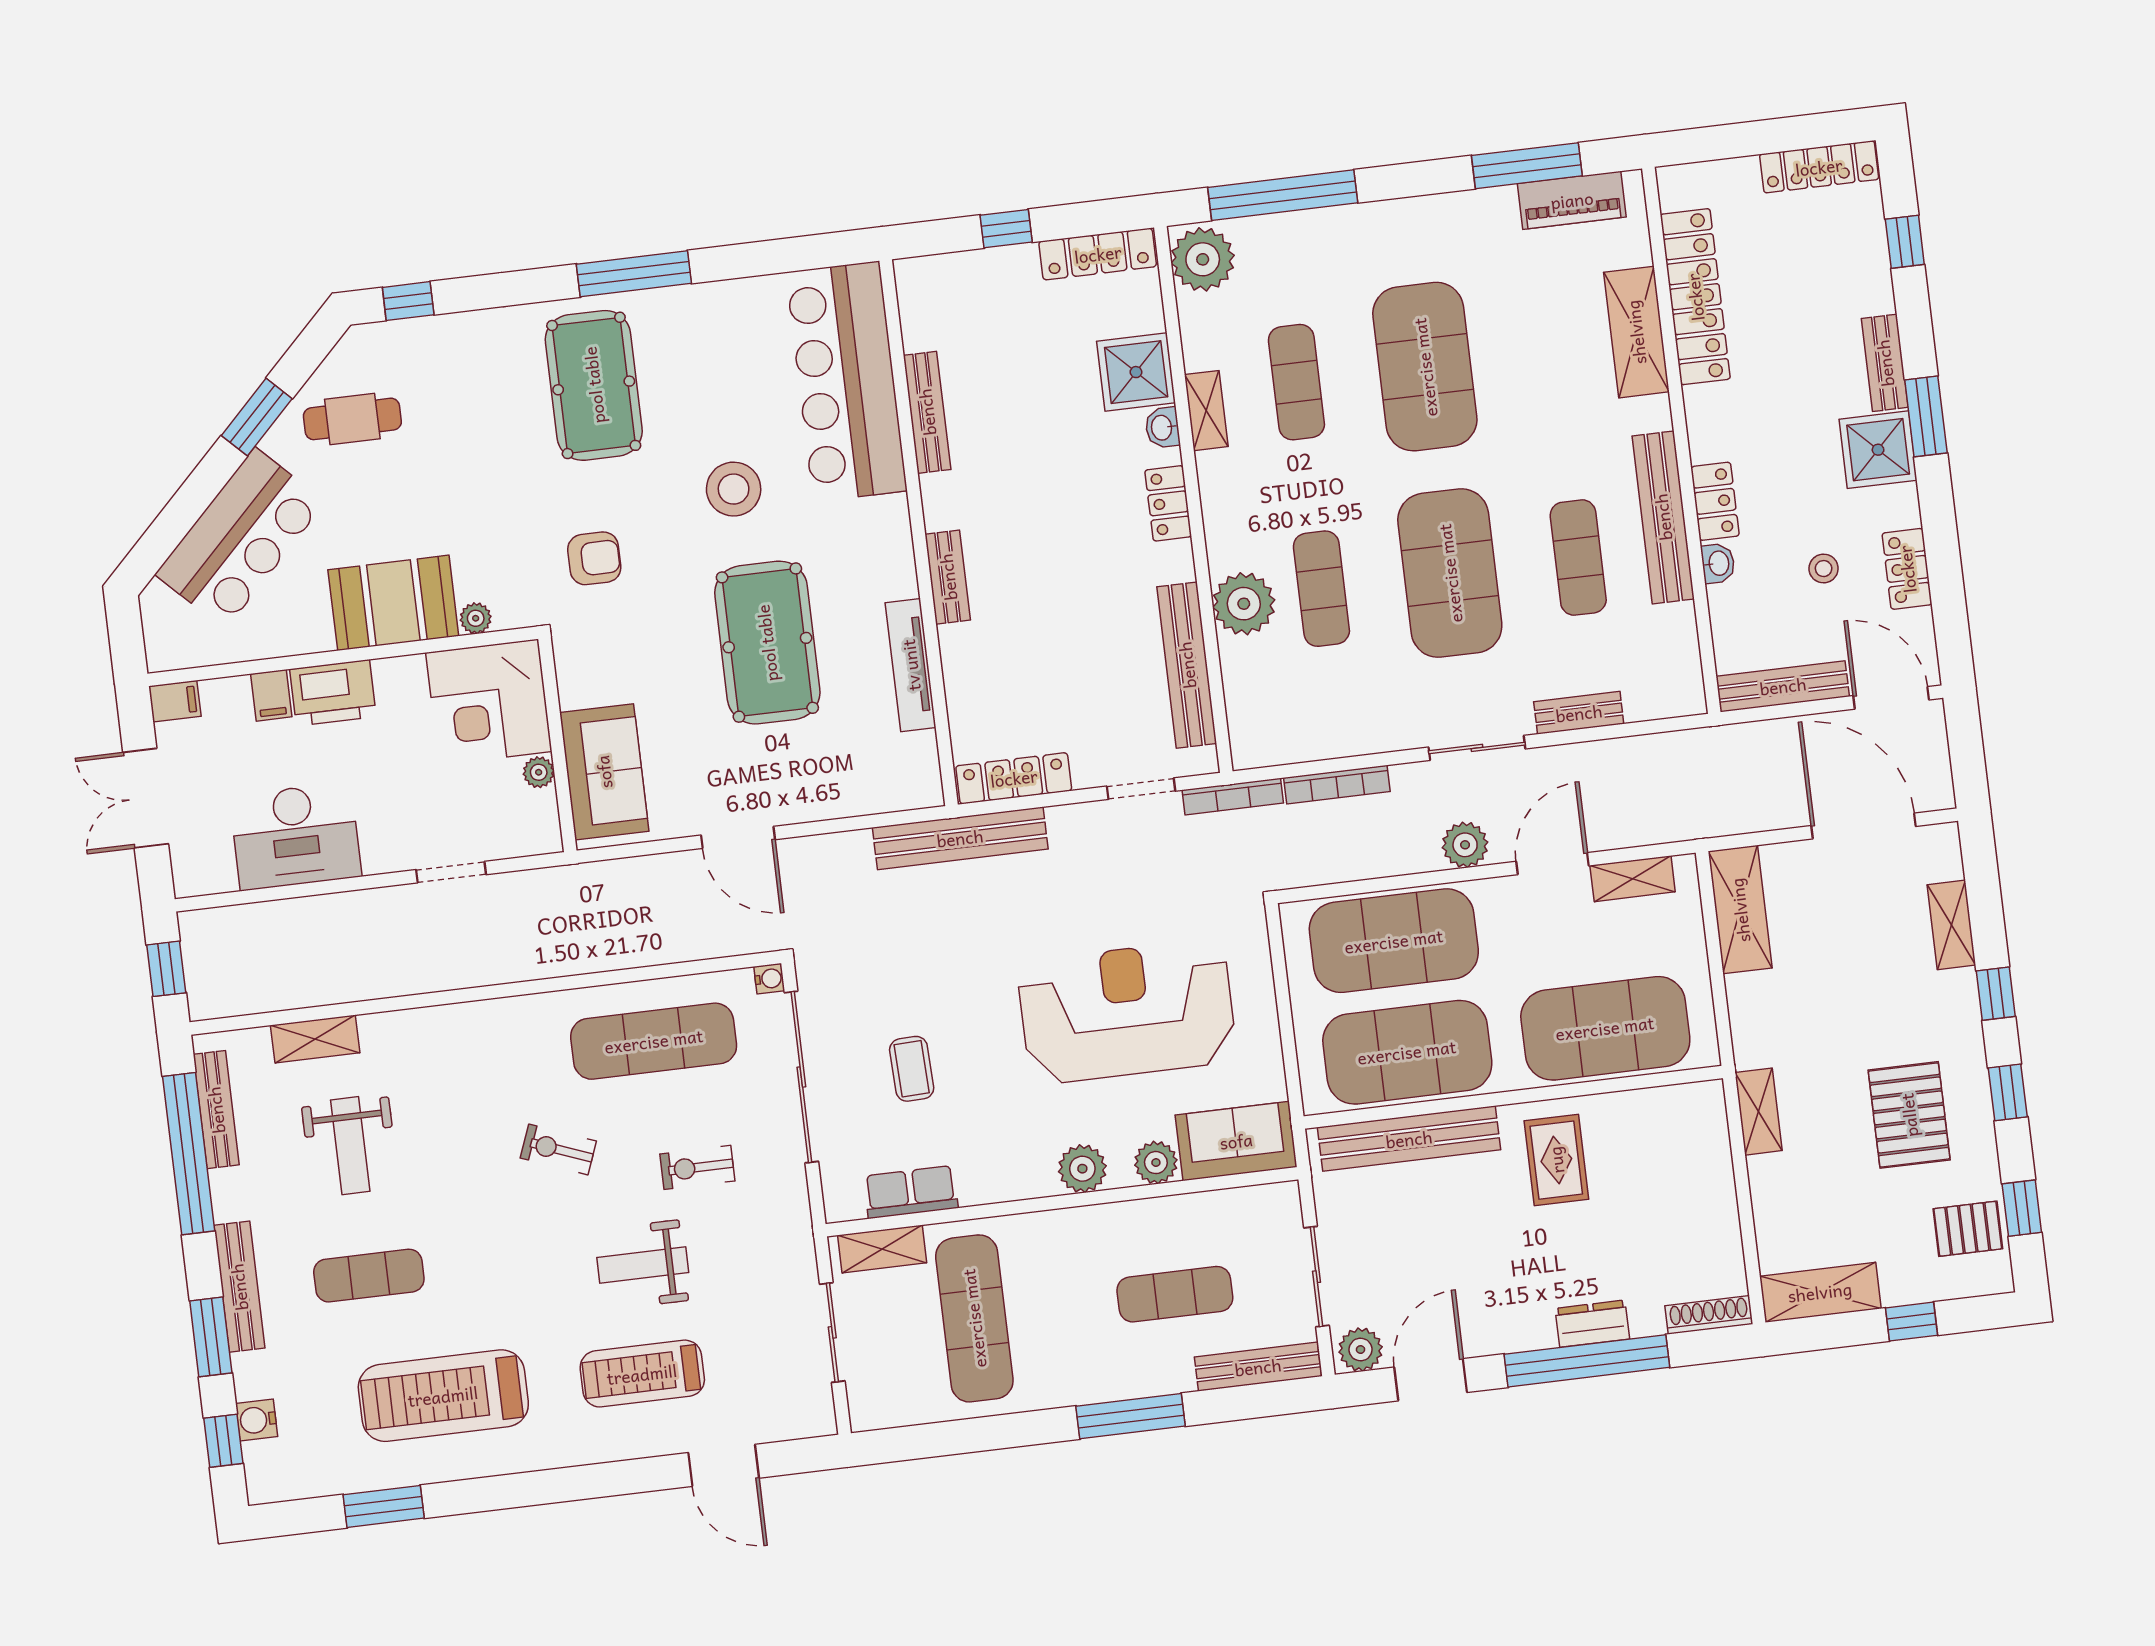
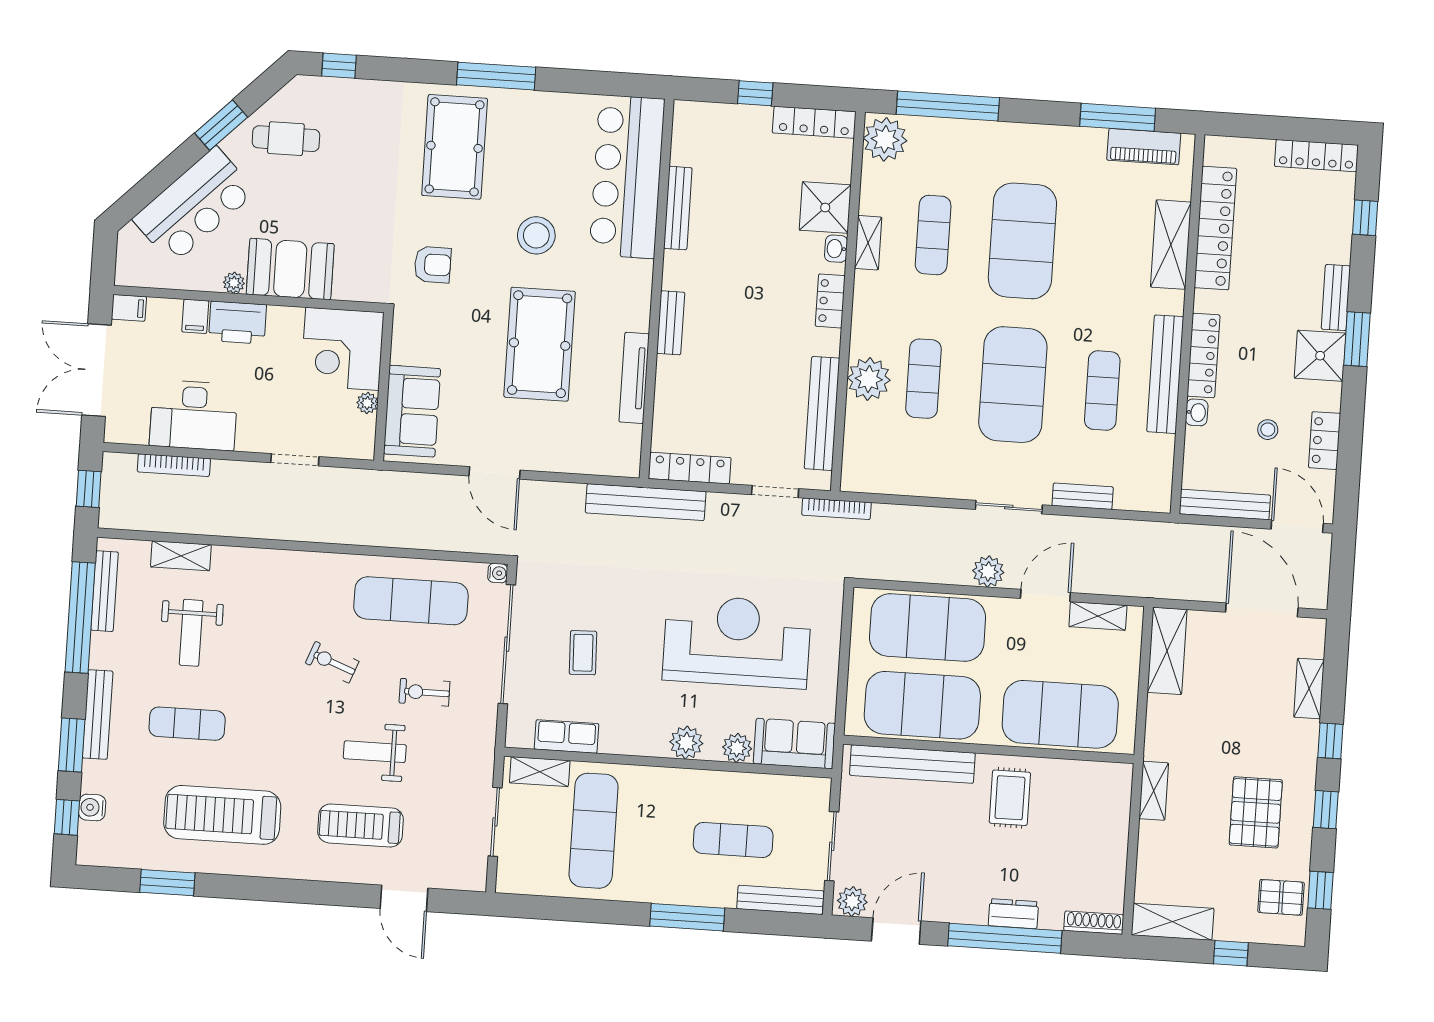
locker: (1715, 501) -> (1203, 356), width x1.53
plant: (476, 618) -> (234, 283), moved
bookcase: (1337, 785) -> (174, 465), moved
double door: (146, 798) -> (97, 370), width x1.37

